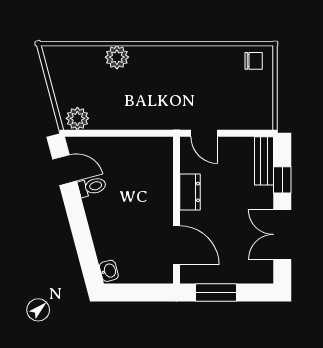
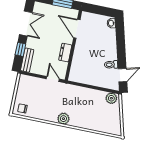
plant: (117, 57) -> (63, 119), moved
door: (64, 170) -> (122, 75), swing flipped

